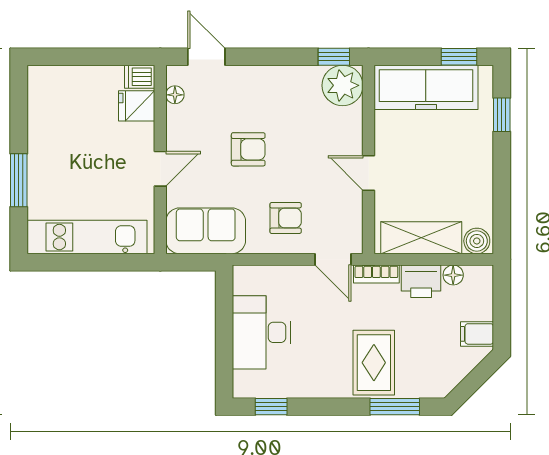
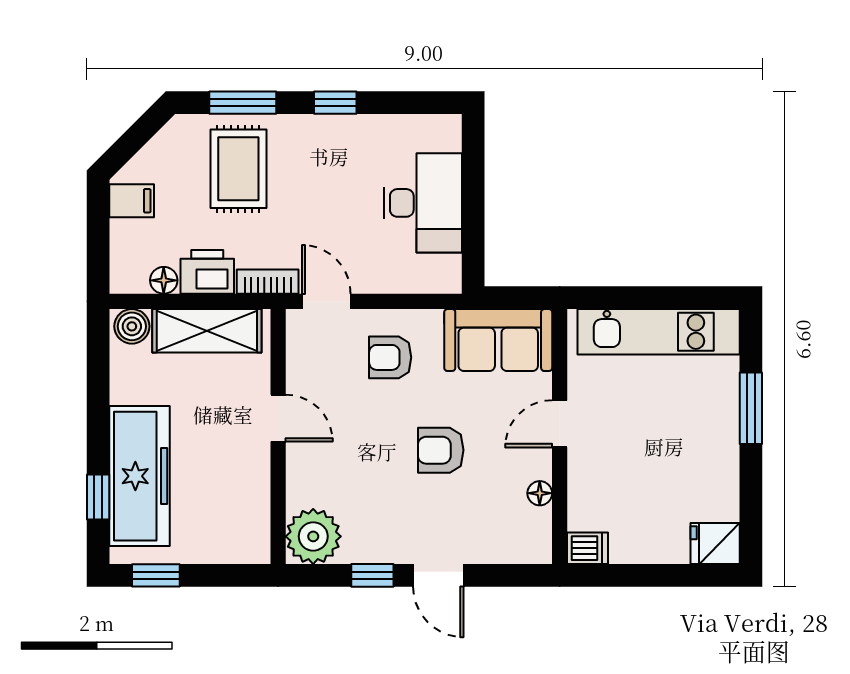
door: (206, 57) -> (438, 575), moved
window: (334, 57) -> (372, 575), moved
freezer: (426, 87) -> (139, 476), moved, turned 90
floor lamp: (175, 95) -> (540, 493), moved
fridge: (137, 106) -> (715, 543), moved, turned 180
rug: (374, 363) -> (238, 169), moved
window: (271, 407) -> (335, 103), moved

